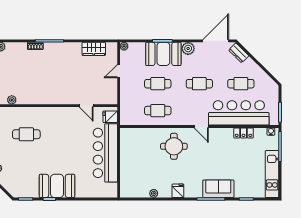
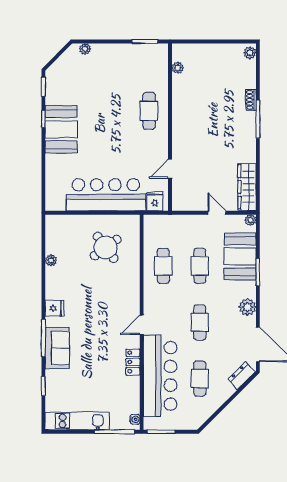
wardrobe: (94, 49) -> (247, 187), width x1.50
booth: (163, 54) -> (240, 256), moved
locker: (244, 133) -> (133, 362), moved
cafe table: (26, 134) -> (149, 111), moved
round table: (174, 146) -> (106, 247), moved, turned -36
fridge: (178, 191) -> (55, 308), moved

